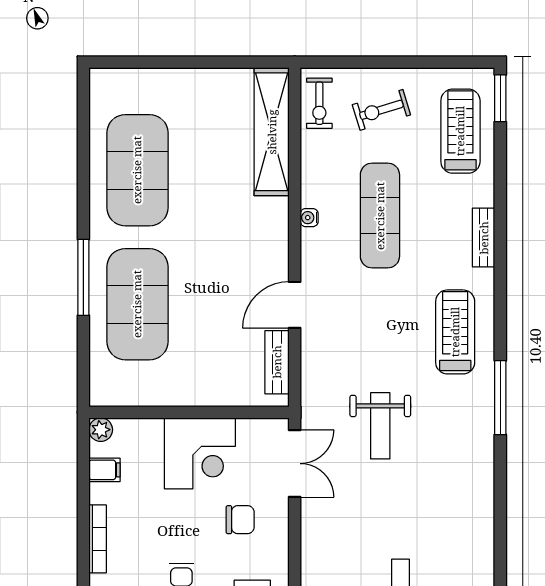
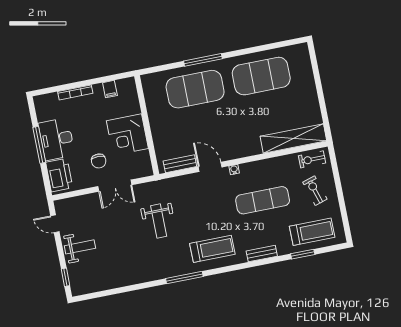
window: (500, 98) -> (303, 254), moved
water cooler: (309, 218) -> (234, 170), moved
weight bench: (380, 426) -> (159, 221), turned -90
plant: (101, 430) -> (129, 83), removed
double door: (295, 464) -> (115, 186), moved

